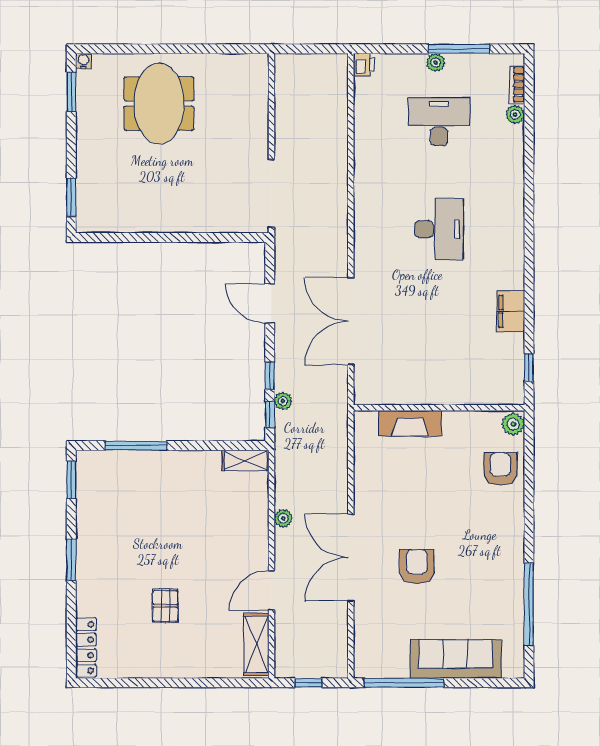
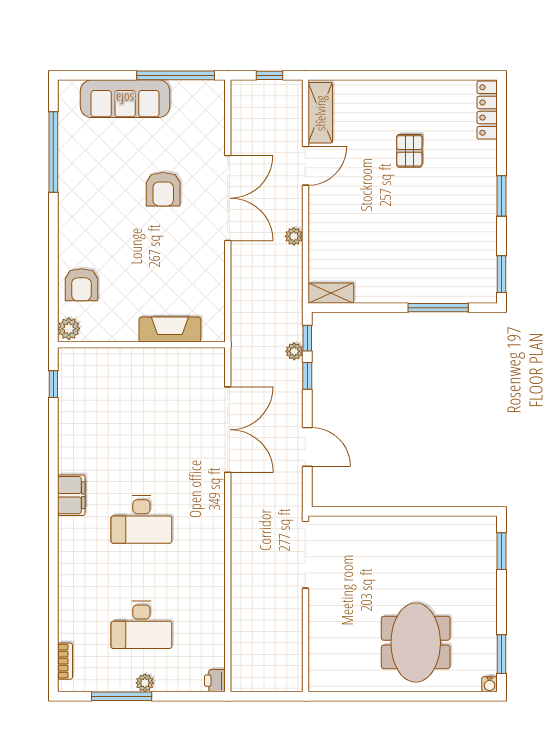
plant: (515, 115) -> (67, 632), removed
desk: (439, 229) -> (141, 520), turned -90
filing cabinet: (511, 311) -> (71, 495), moved

